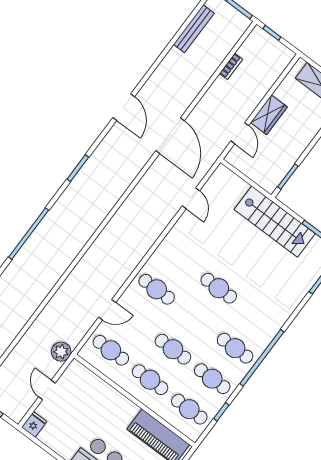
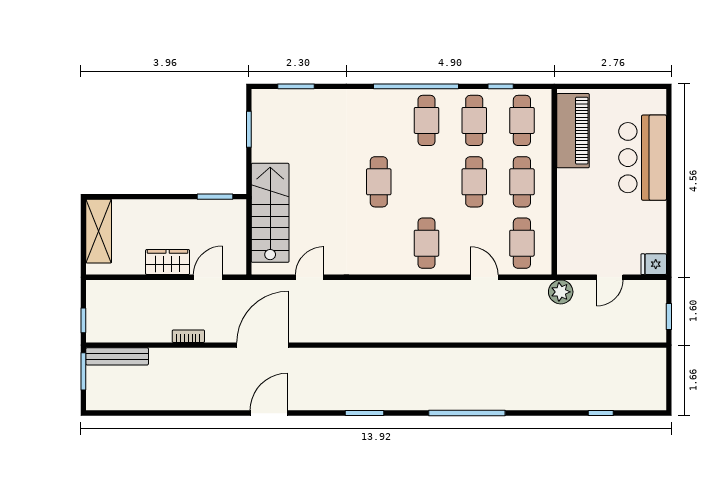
bench: (194, 29) -> (117, 356), moved
bookcase: (231, 66) -> (188, 336), moved
stairs: (275, 222) -> (270, 213), moved

